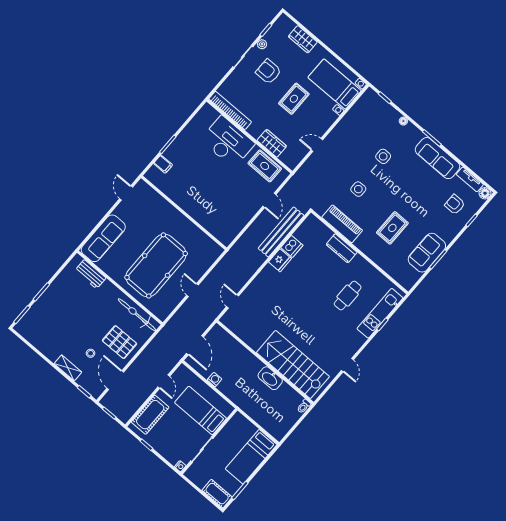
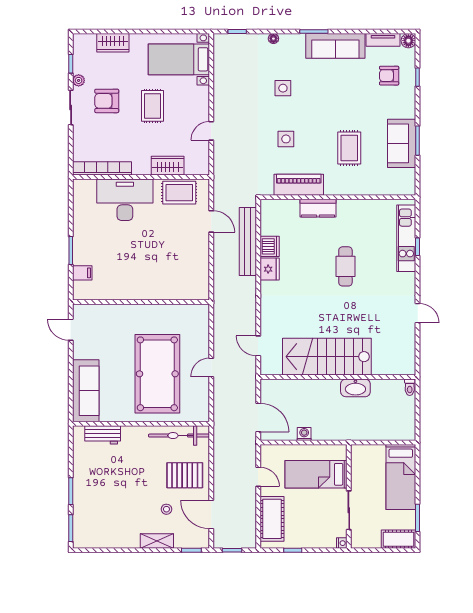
door: (192, 290) -> (211, 368), hinge flipped
cafe table: (348, 296) -> (345, 266), moved
stairs: (293, 365) -> (327, 357), moved

